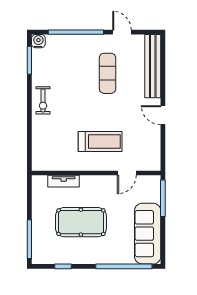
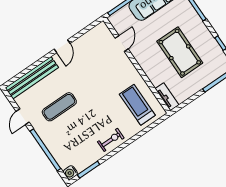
treadmill: (100, 141) -> (137, 105), moved
door: (127, 173) -> (122, 44), hinge flipped
tv unit: (64, 181) -> (167, 97), moved

